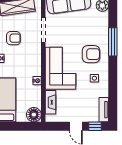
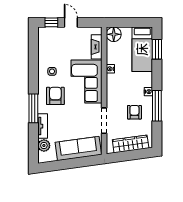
armchair: (13, 38) -> (134, 112), turned 90
armchair: (91, 54) -> (55, 96), turned 90
tv unit: (104, 110) -> (43, 126), moved

